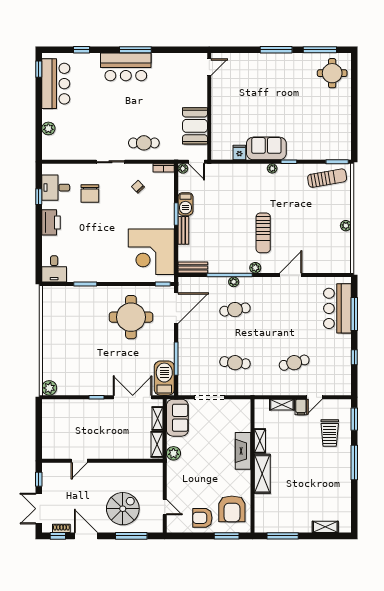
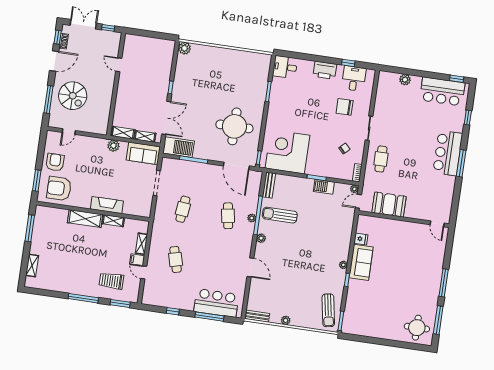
bench: (183, 230) -> (257, 316), moved
sun lounger: (263, 233) -> (280, 215), moved

